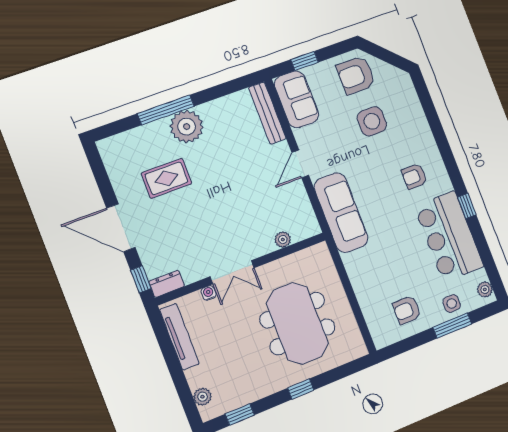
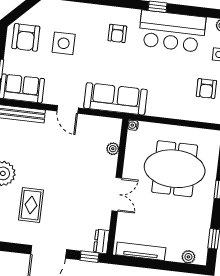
water cooler: (209, 293) -> (133, 125), moved

